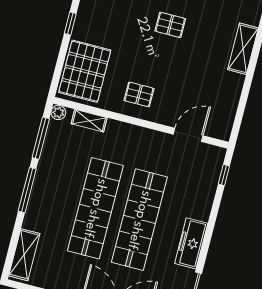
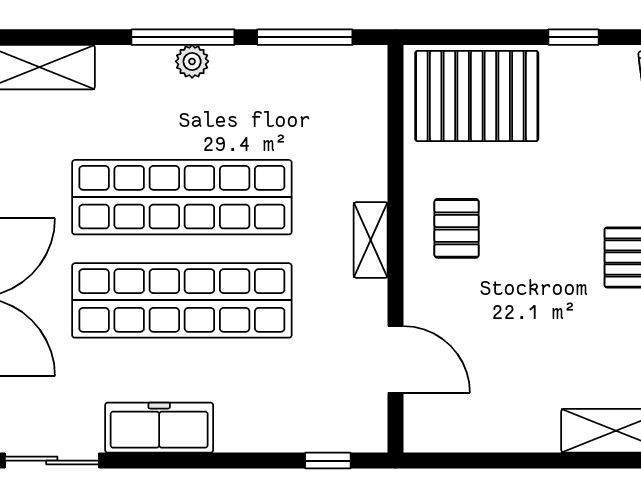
plant: (58, 112) -> (192, 61), moved
shelving: (89, 121) -> (371, 240), moved

